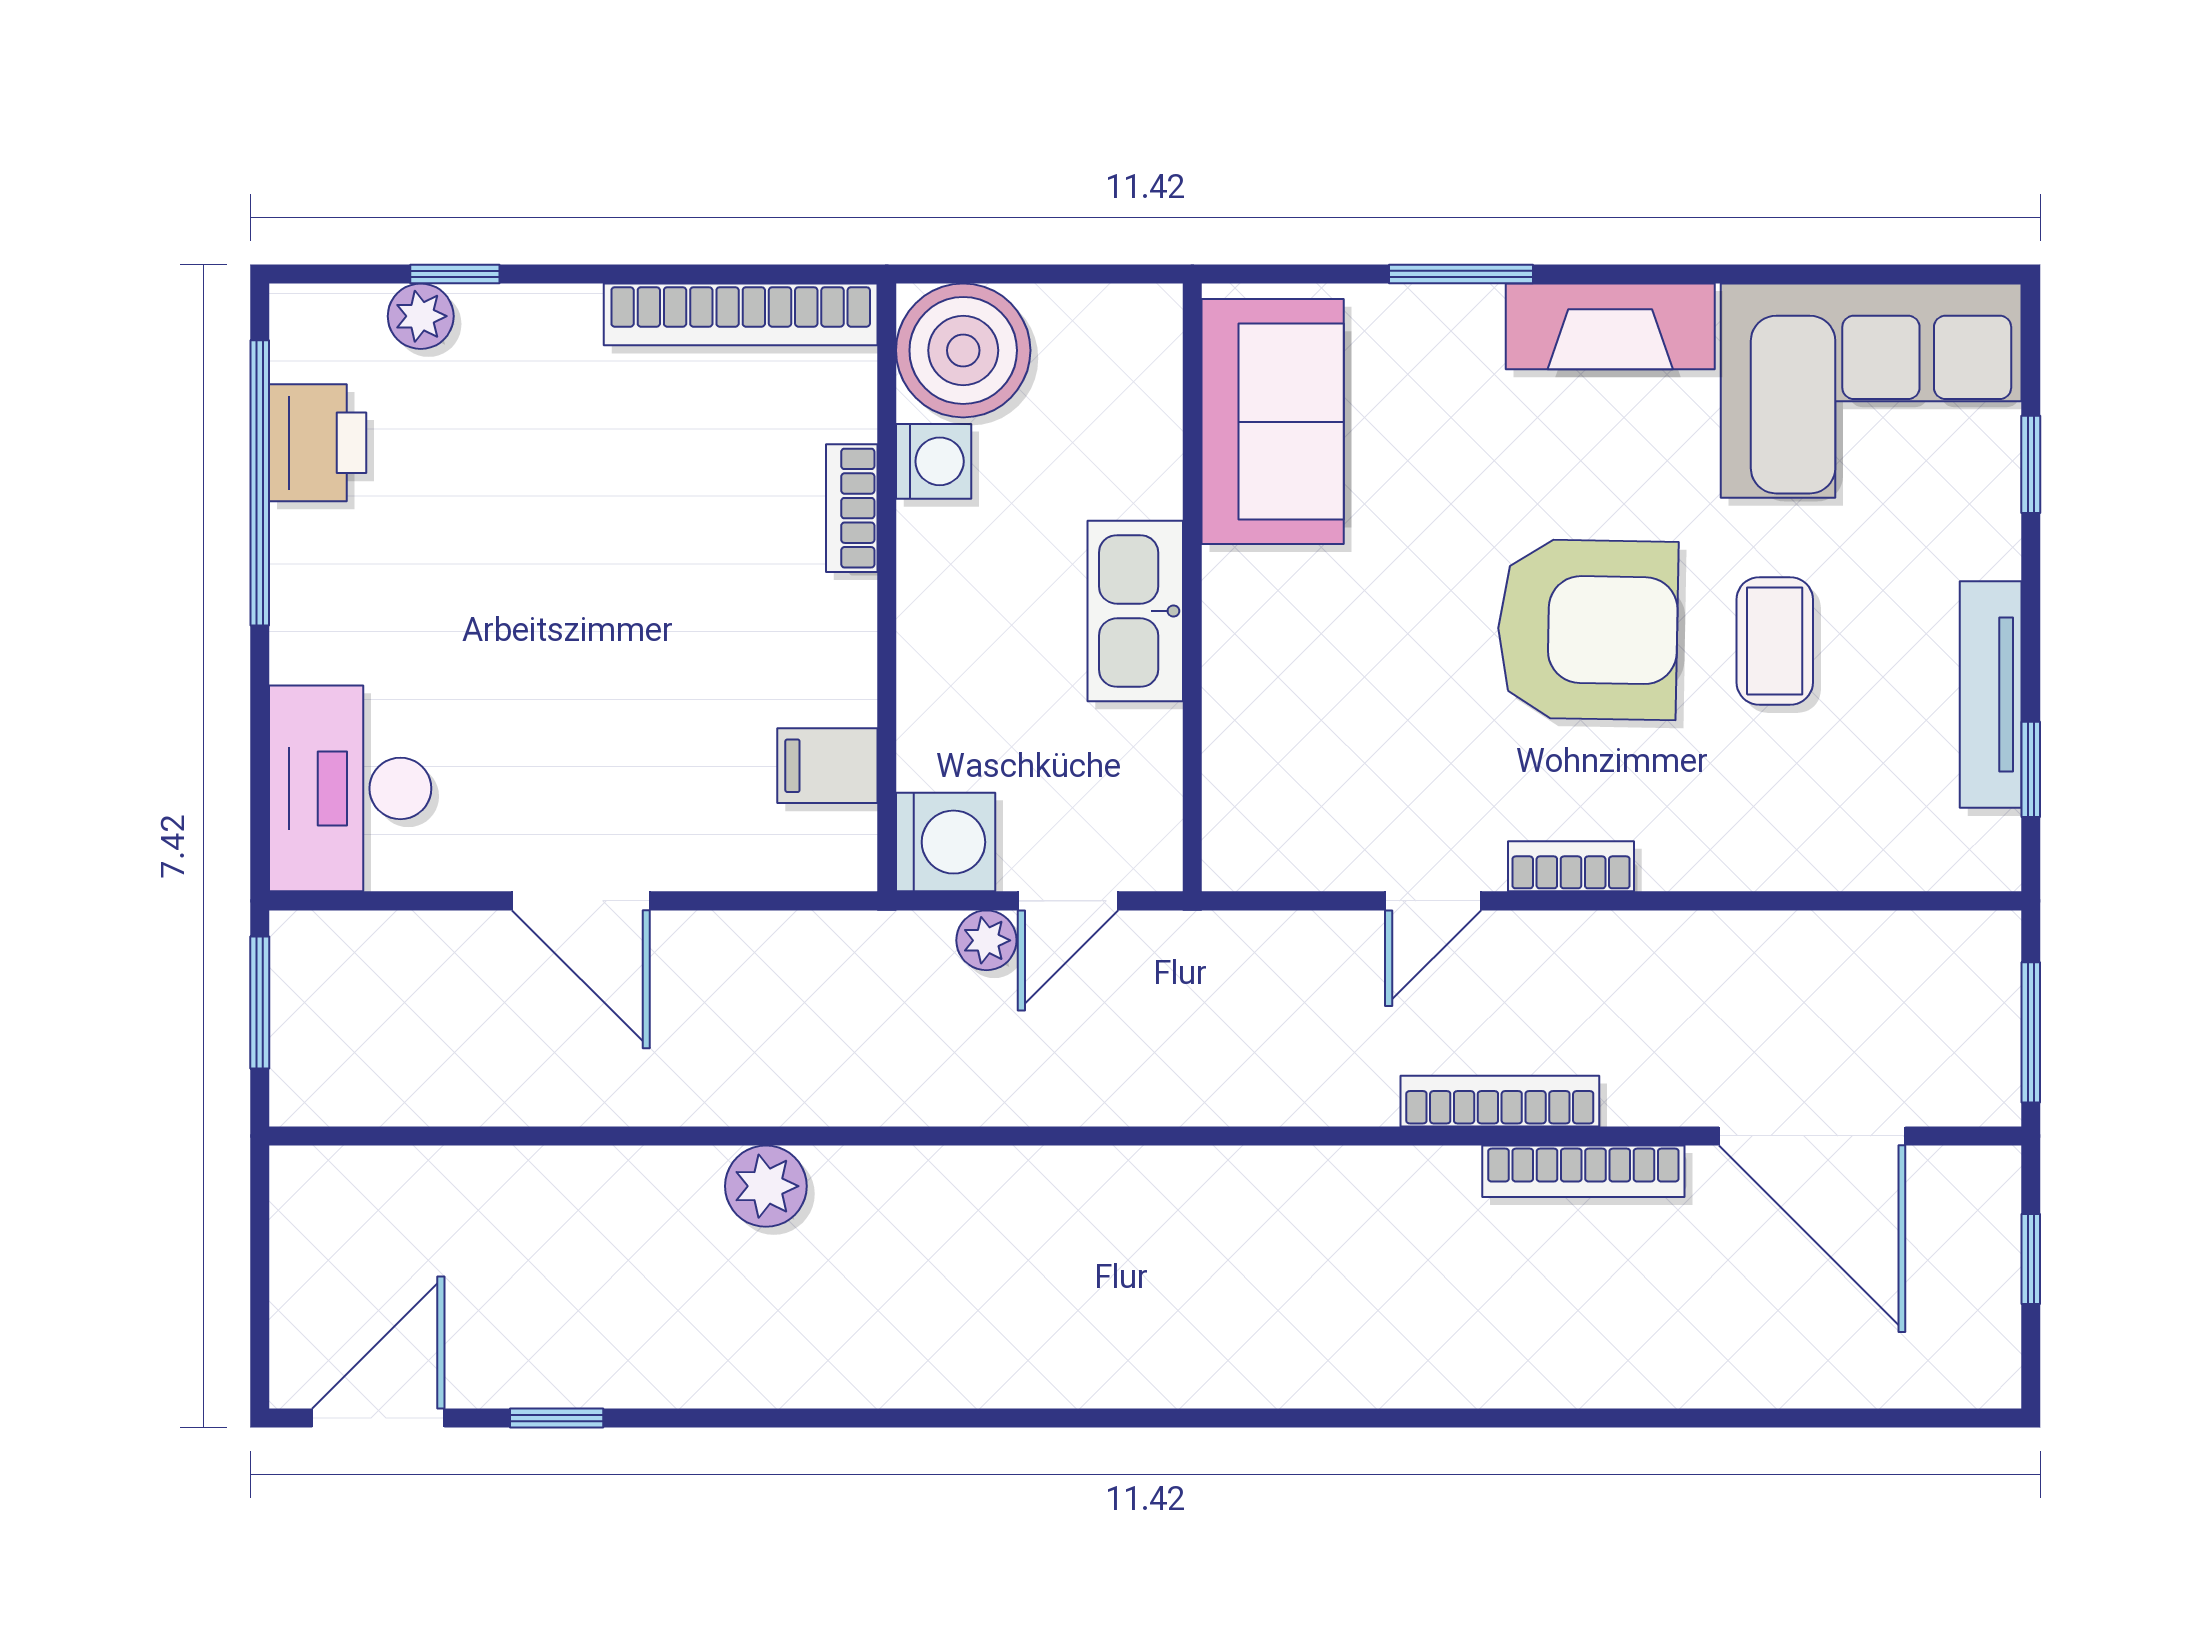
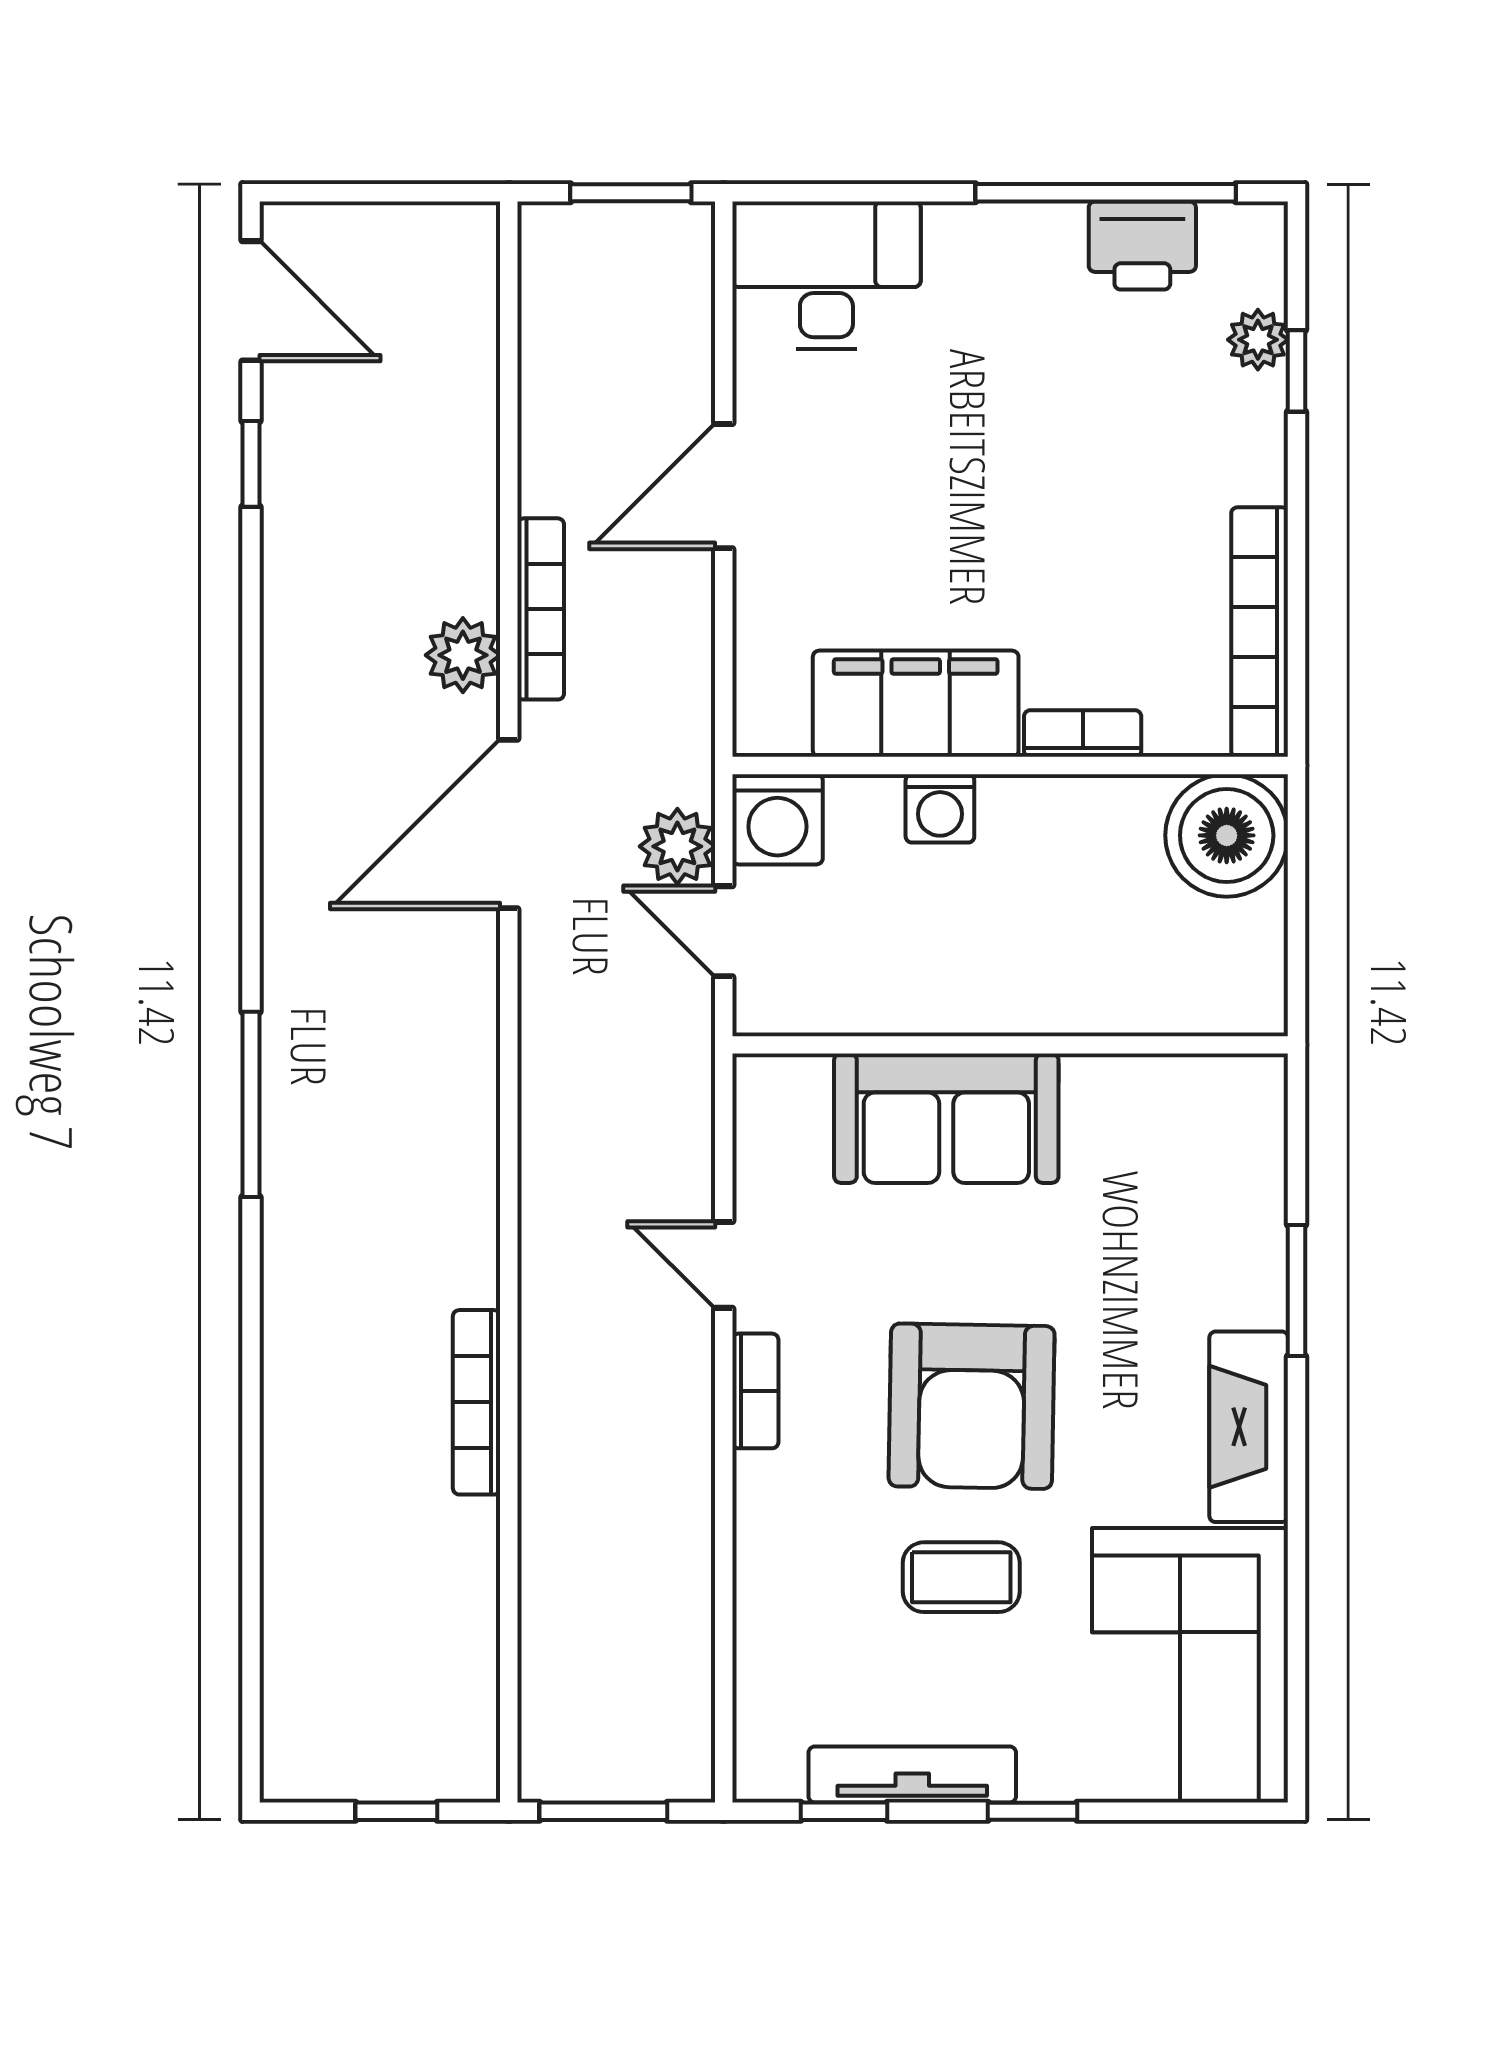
sofa: (1273, 422) -> (946, 1118), moved
washing machine: (934, 461) -> (940, 808), moved
window: (2031, 464) -> (1032, 1811), moved
kitchen sink: (1135, 611) -> (989, 993), removed
filing cabinet: (827, 766) -> (916, 704), width x3.00, depth x1.17
plant: (986, 940) -> (677, 846), width x1.38, depth x1.38
bookcase: (1500, 1101) -> (541, 609), moved
door: (1812, 1136) -> (509, 824), moved
window: (1258, 1418) -> (251, 1104), added

